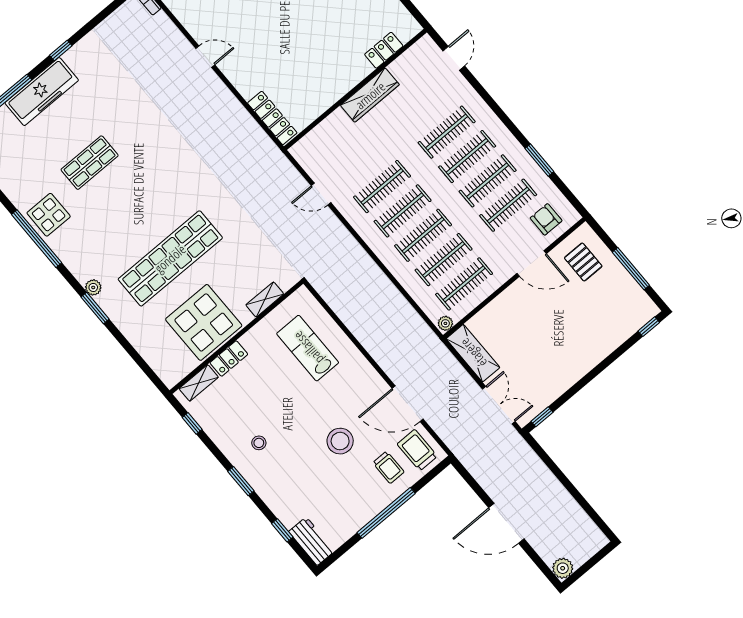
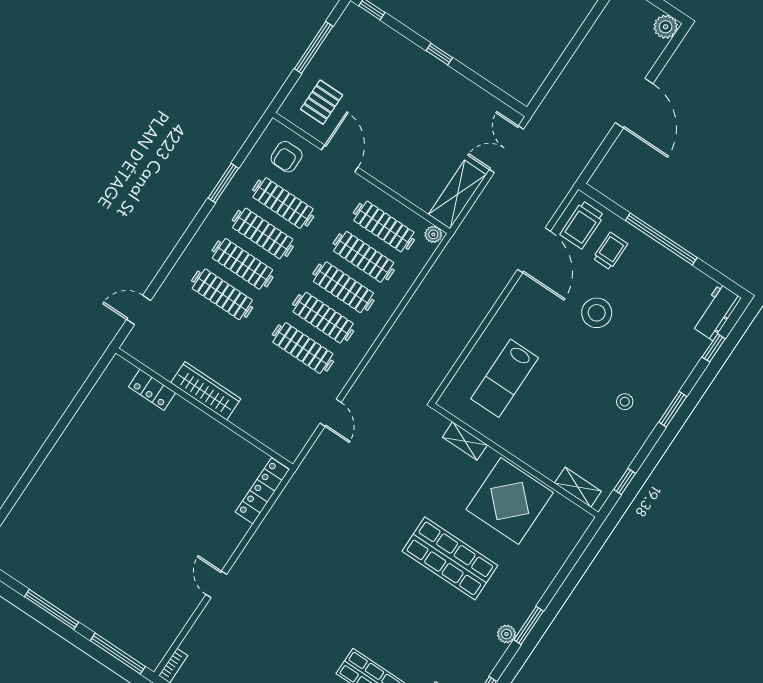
shop shelf: (170, 258) -> (450, 558), width x0.71
locker: (229, 359) -> (541, 462), removed
window: (542, 417) -> (439, 54), moved

